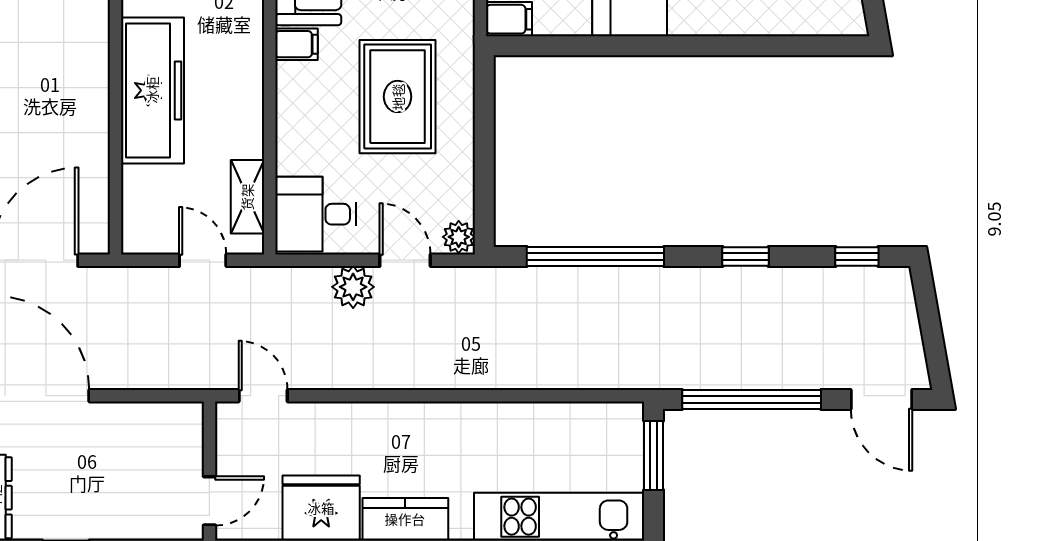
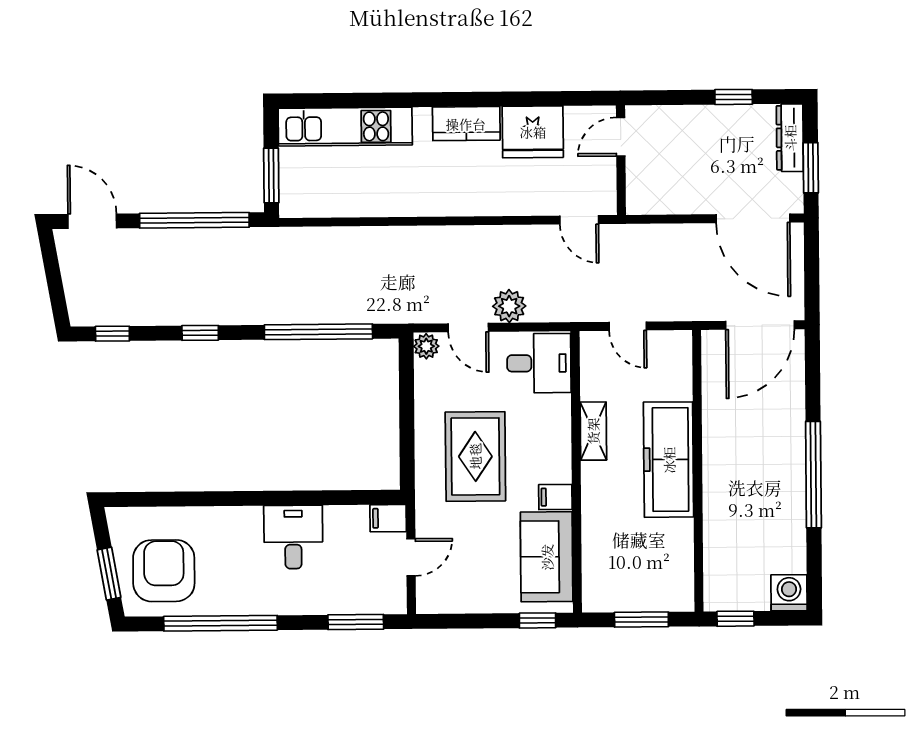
shelving: (247, 197) -> (593, 431), moved

